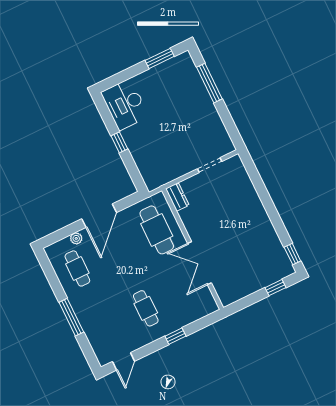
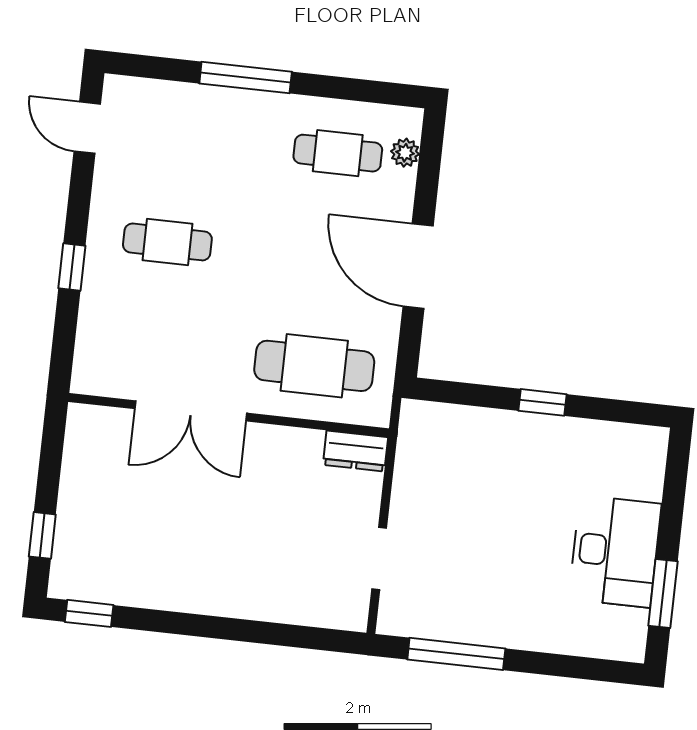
window: (209, 83) -> (456, 654), moved
desk: (125, 104) -> (615, 551), moved, turned 90
plant: (76, 238) -> (405, 153), moved
double door: (200, 263) -> (191, 411), swing flipped

